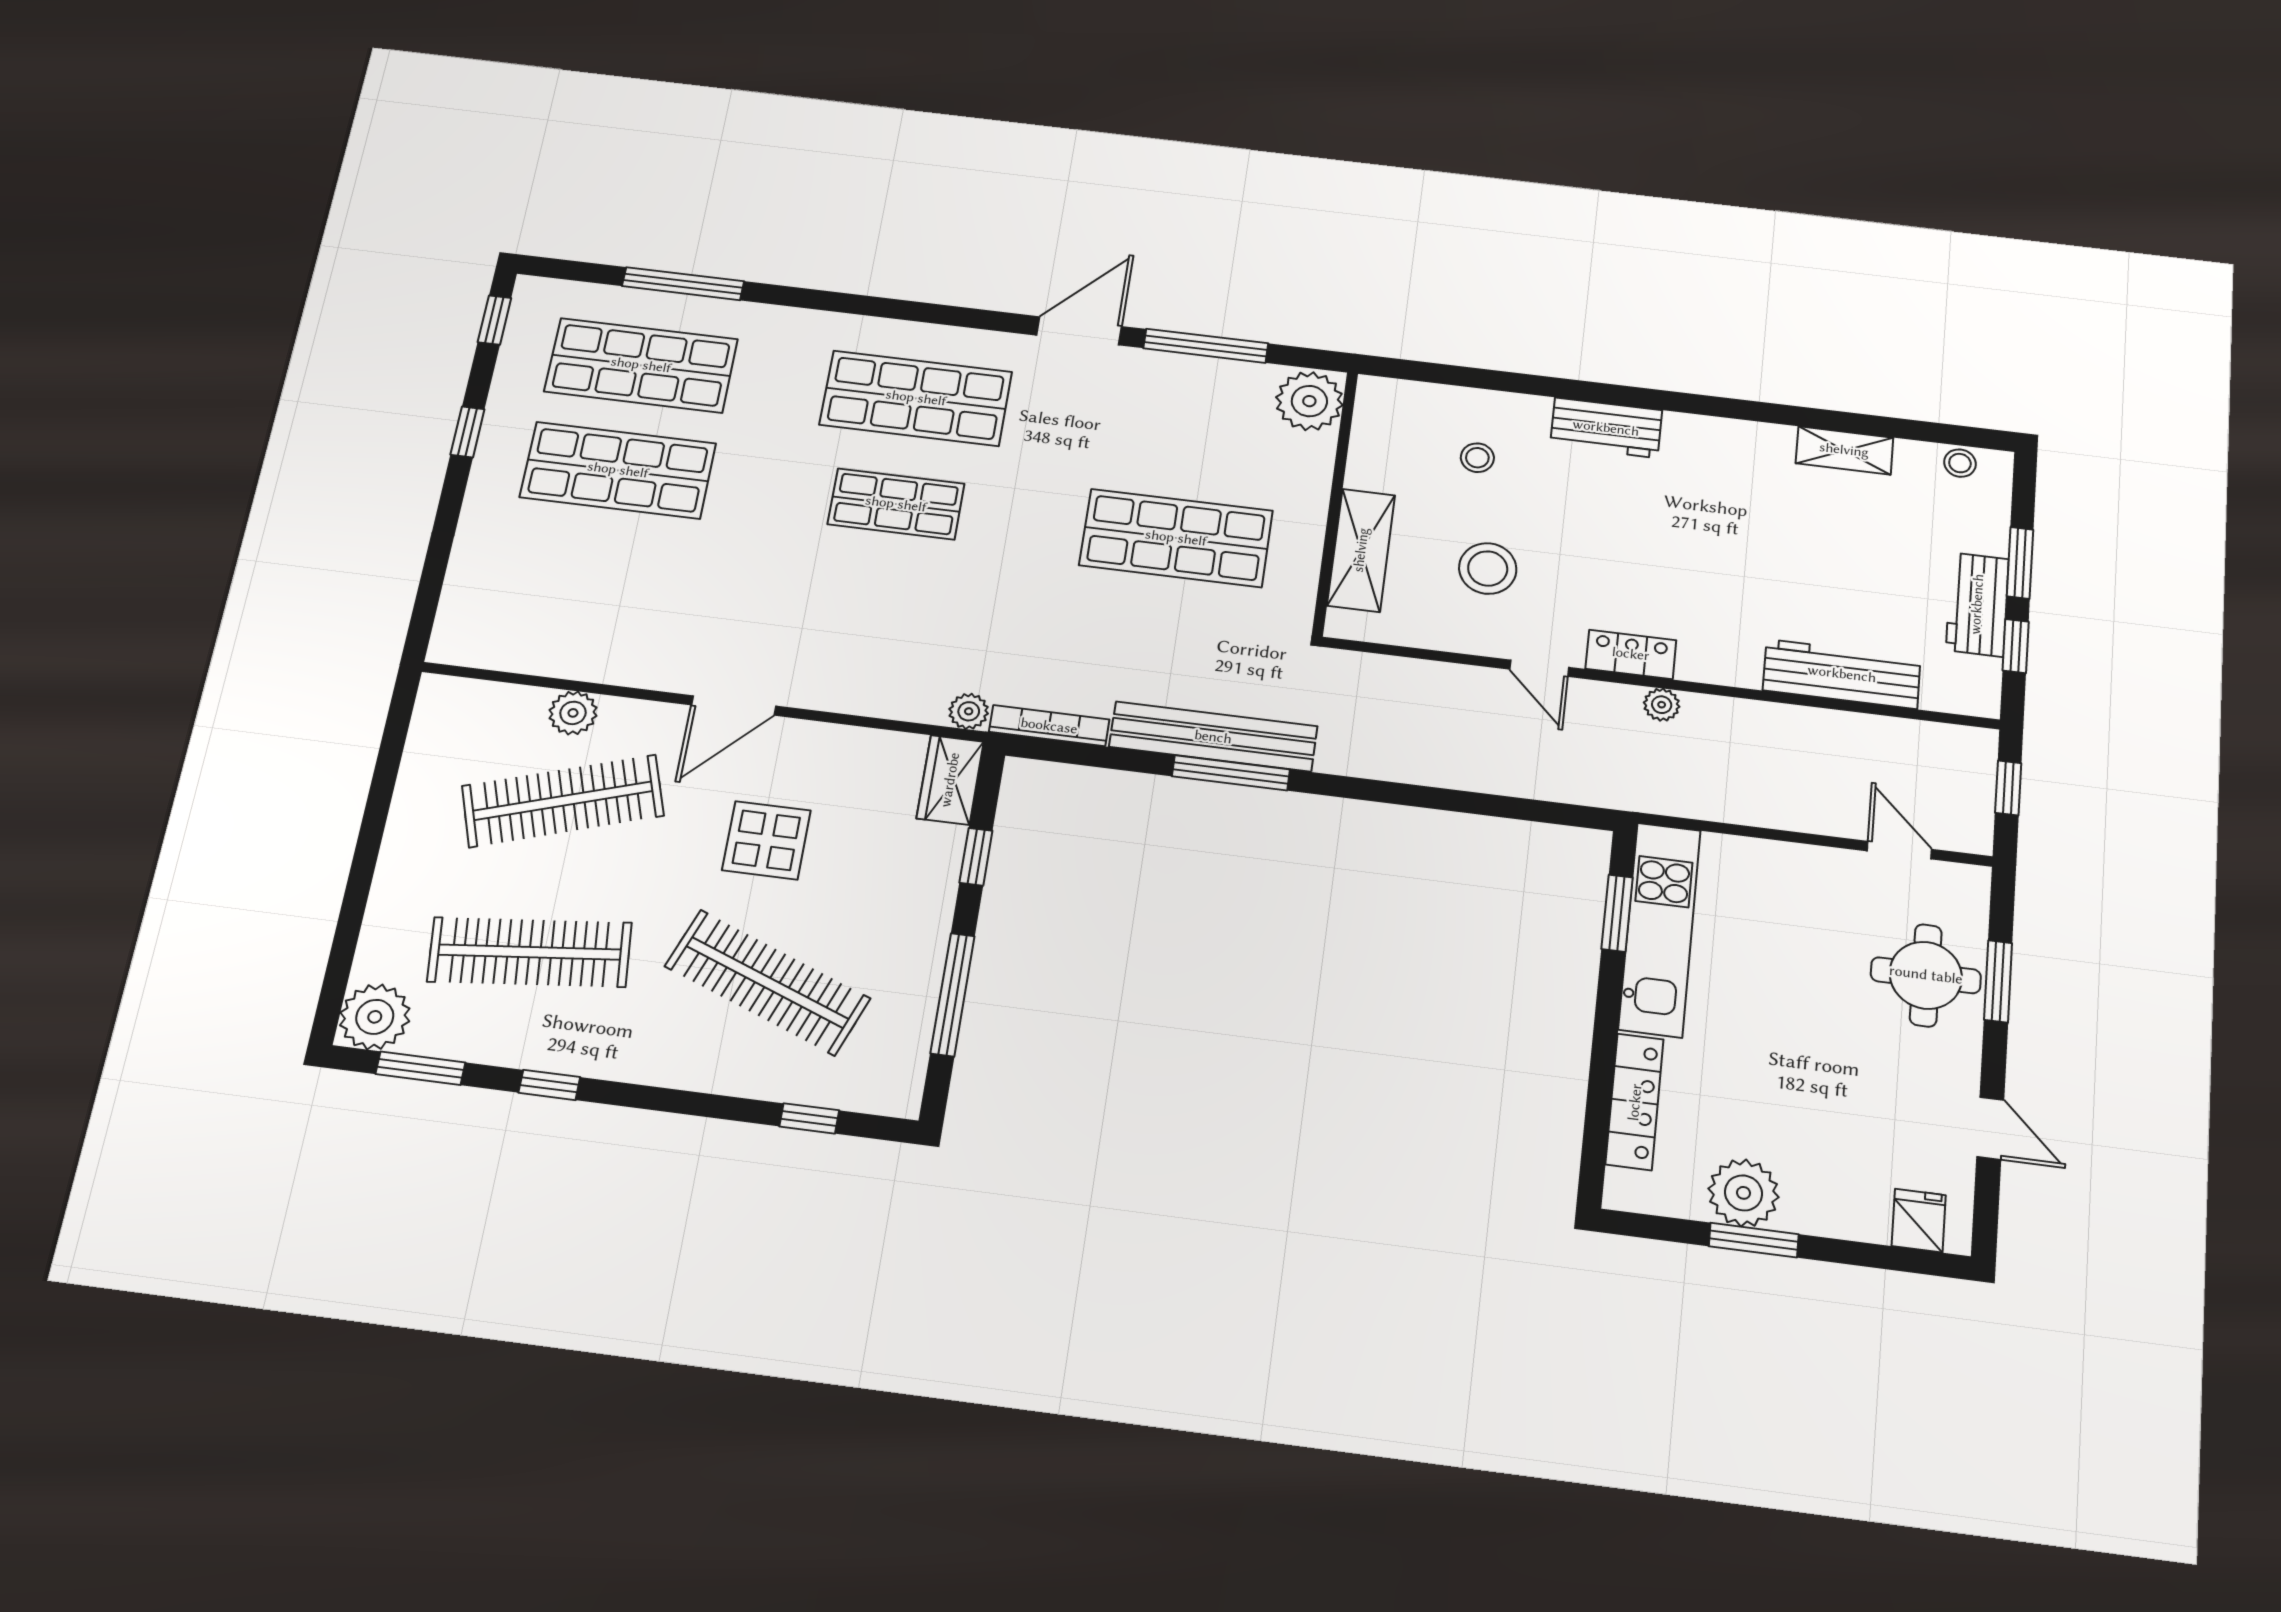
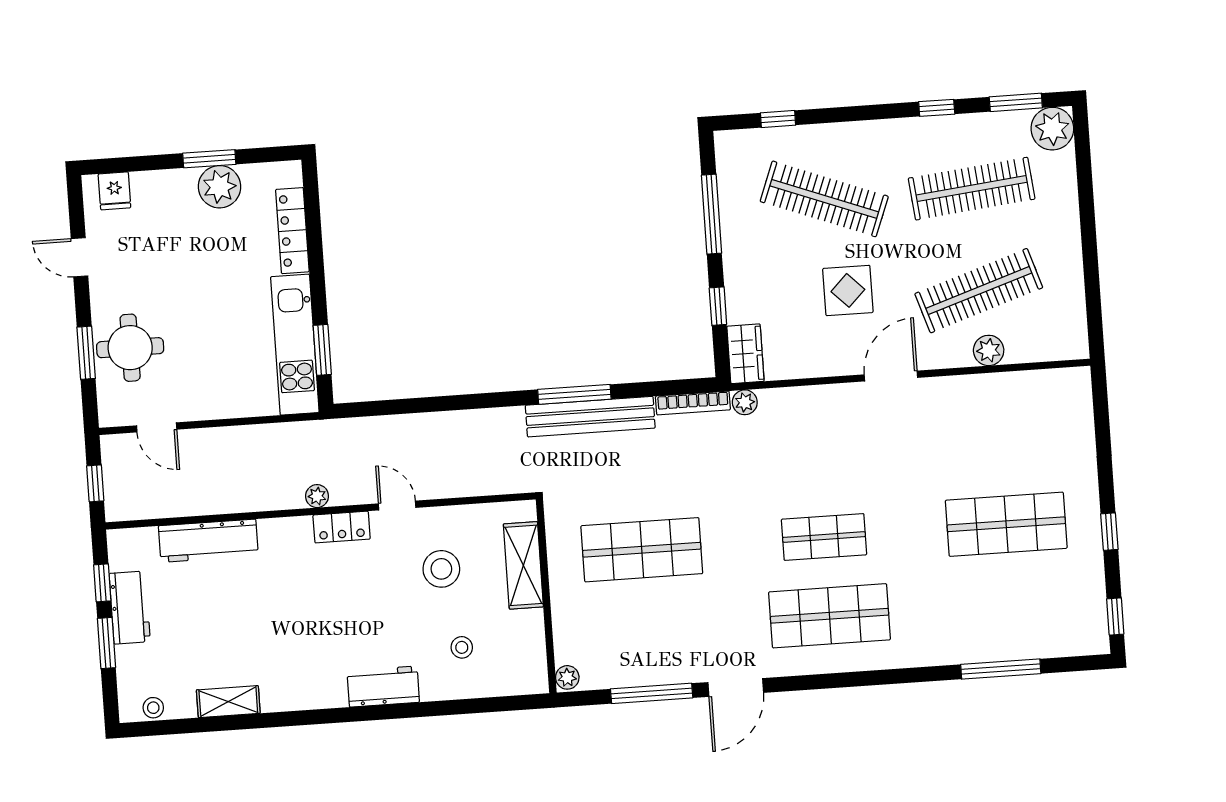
shop shelf: (641, 365) -> (1012, 603), removed
plant: (1309, 401) -> (567, 677), width x0.53, depth x0.53

